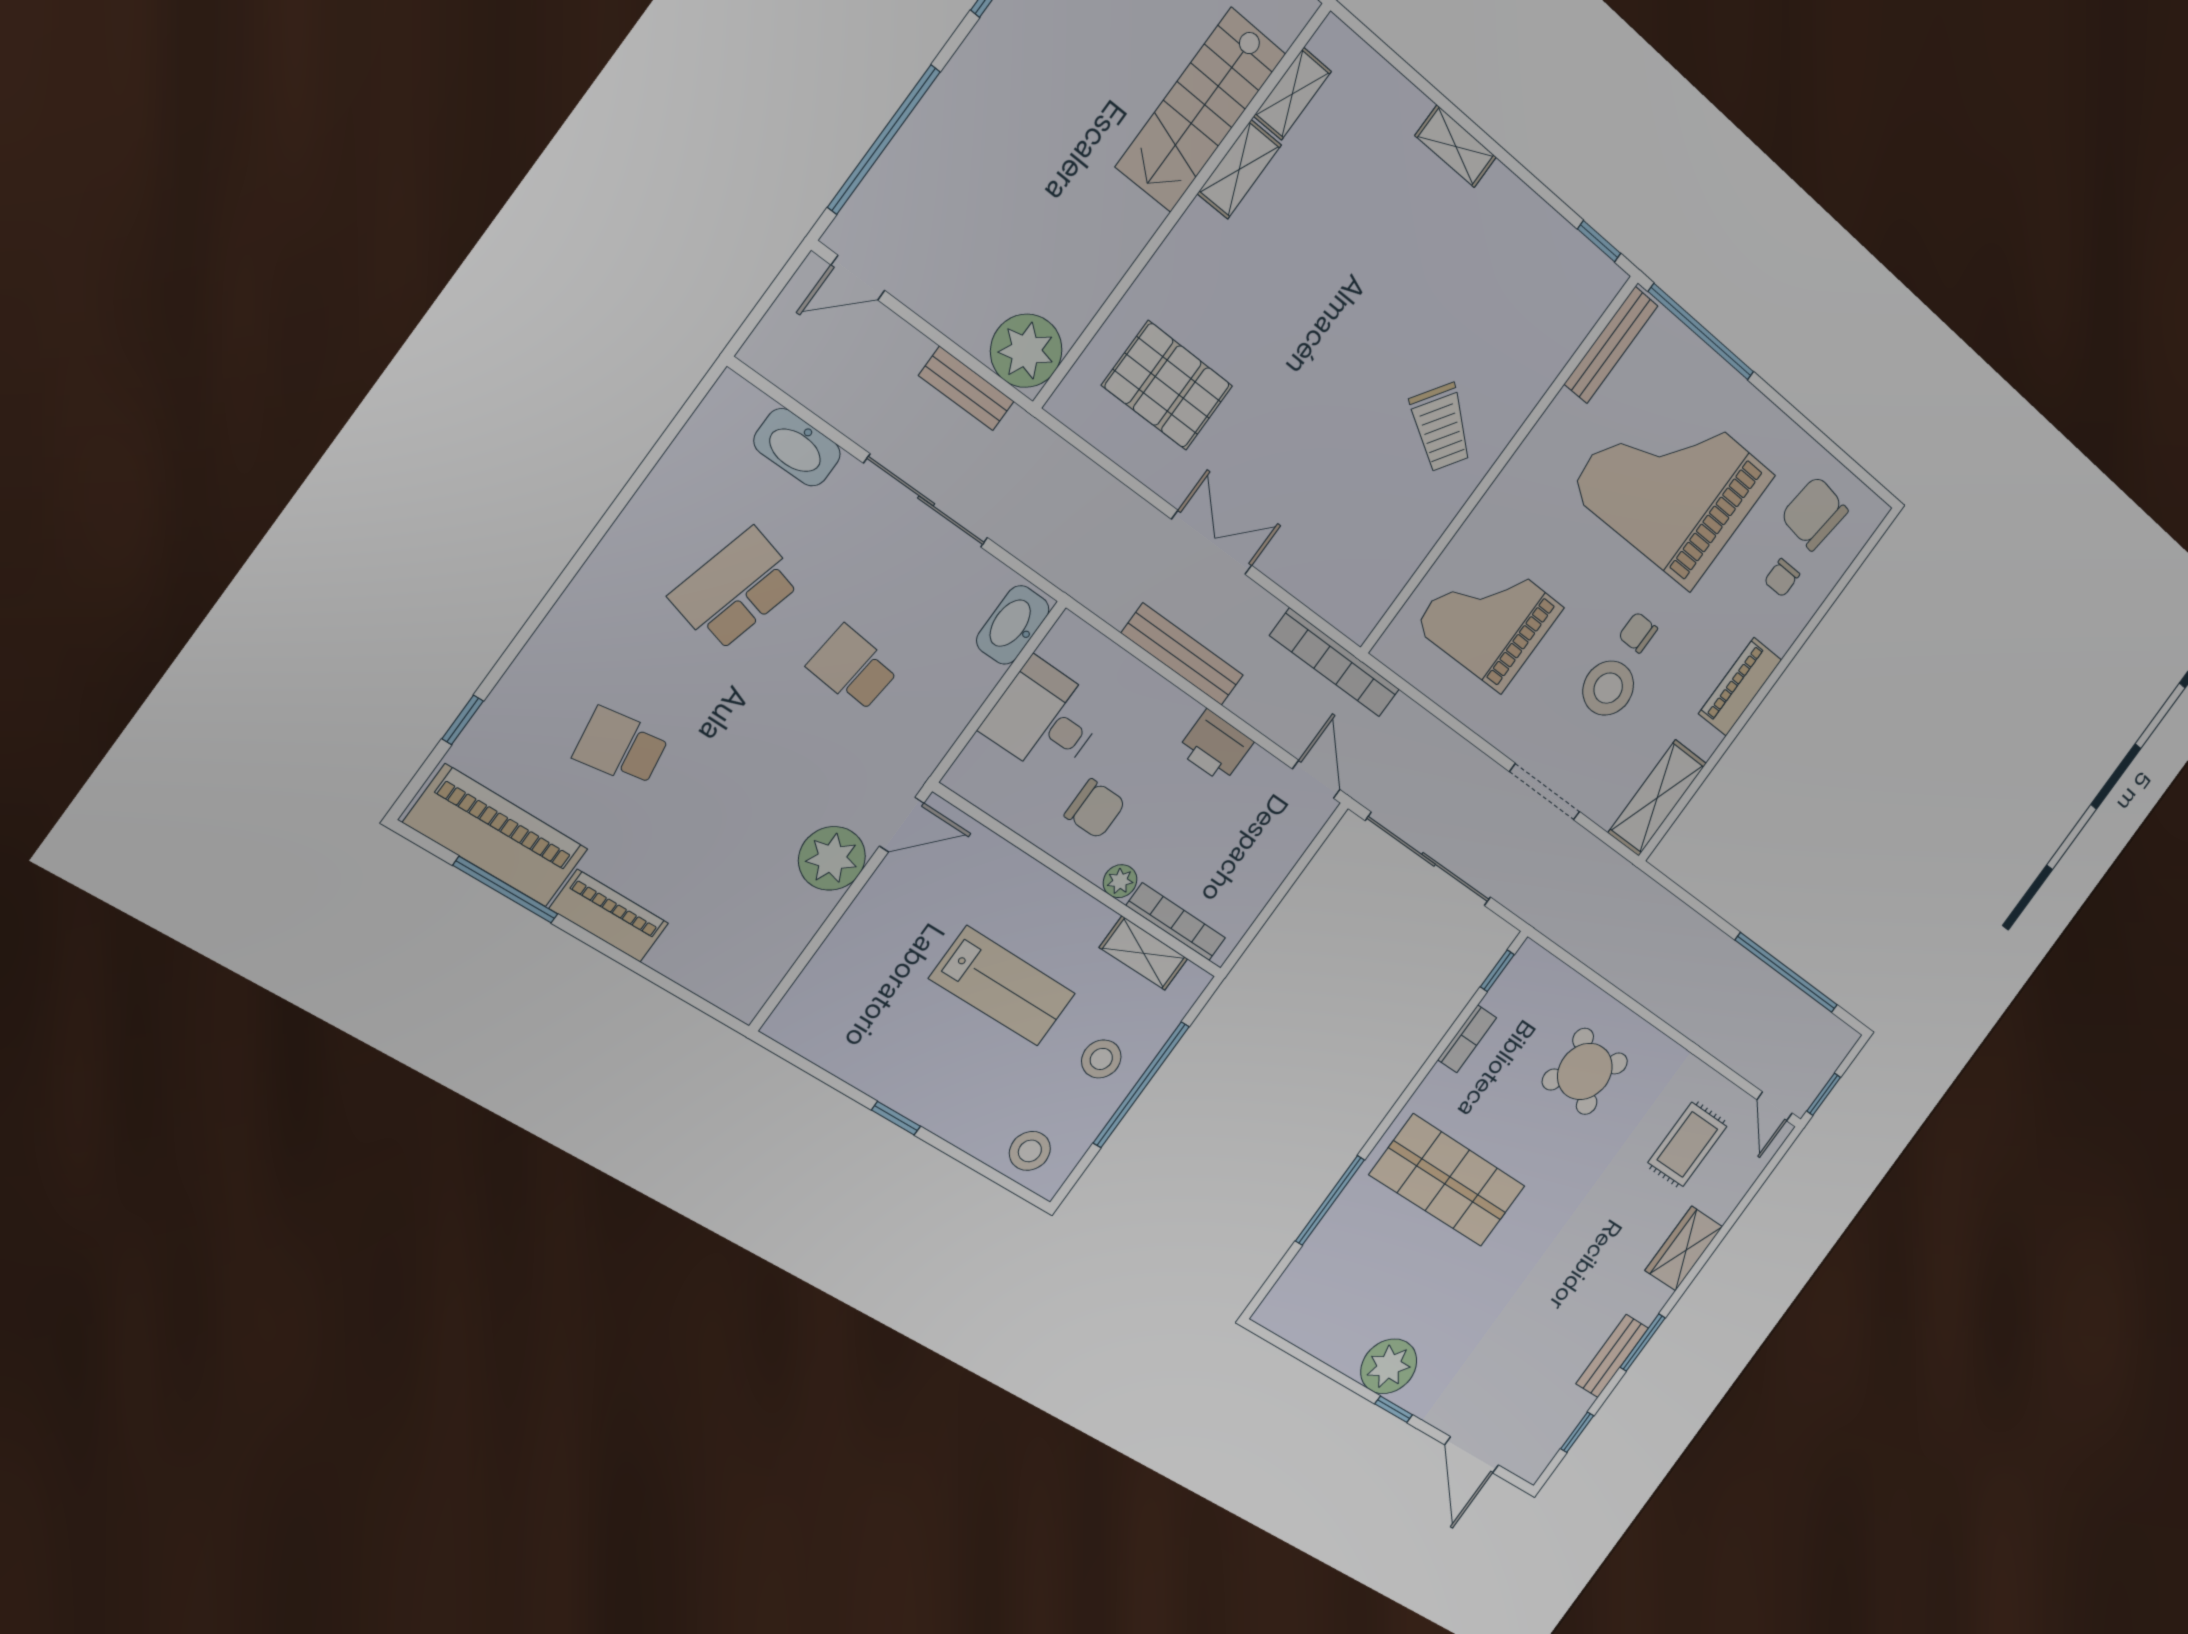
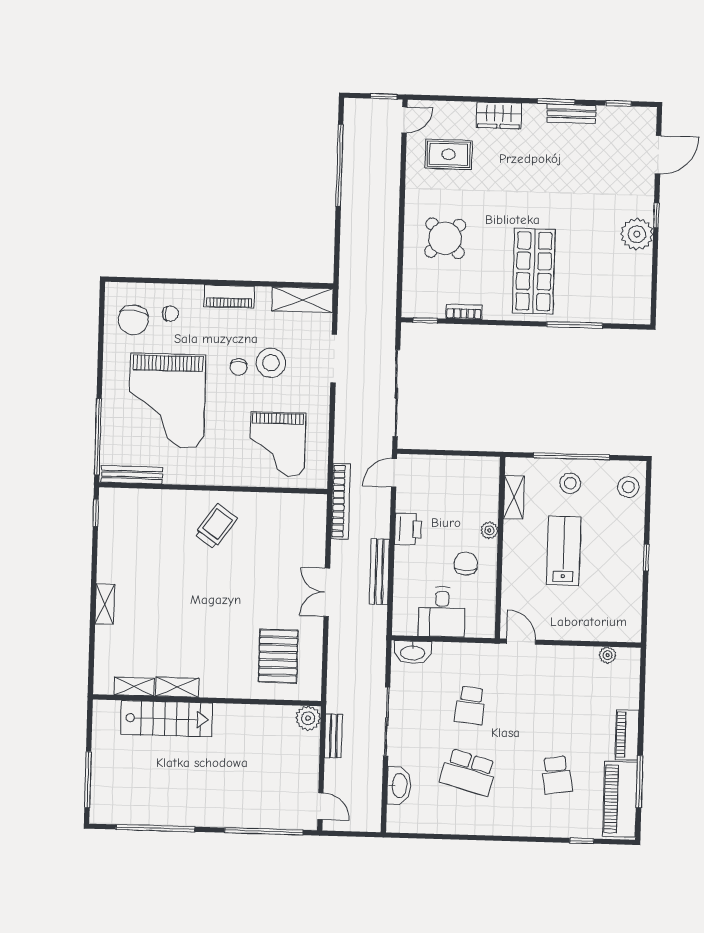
plant: (1026, 351) -> (308, 718), width x0.73, depth x0.73
plant: (832, 858) -> (608, 655), moved, width x0.53, depth x0.53
bookcase: (1176, 922) -> (492, 492), removed

